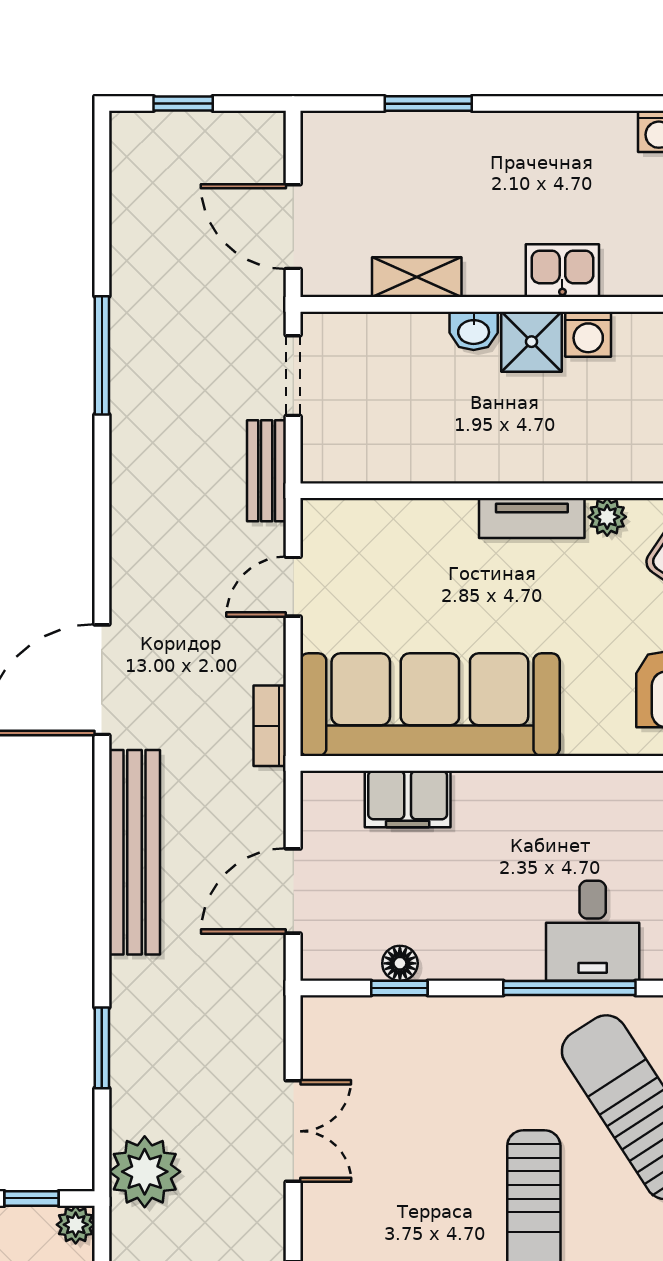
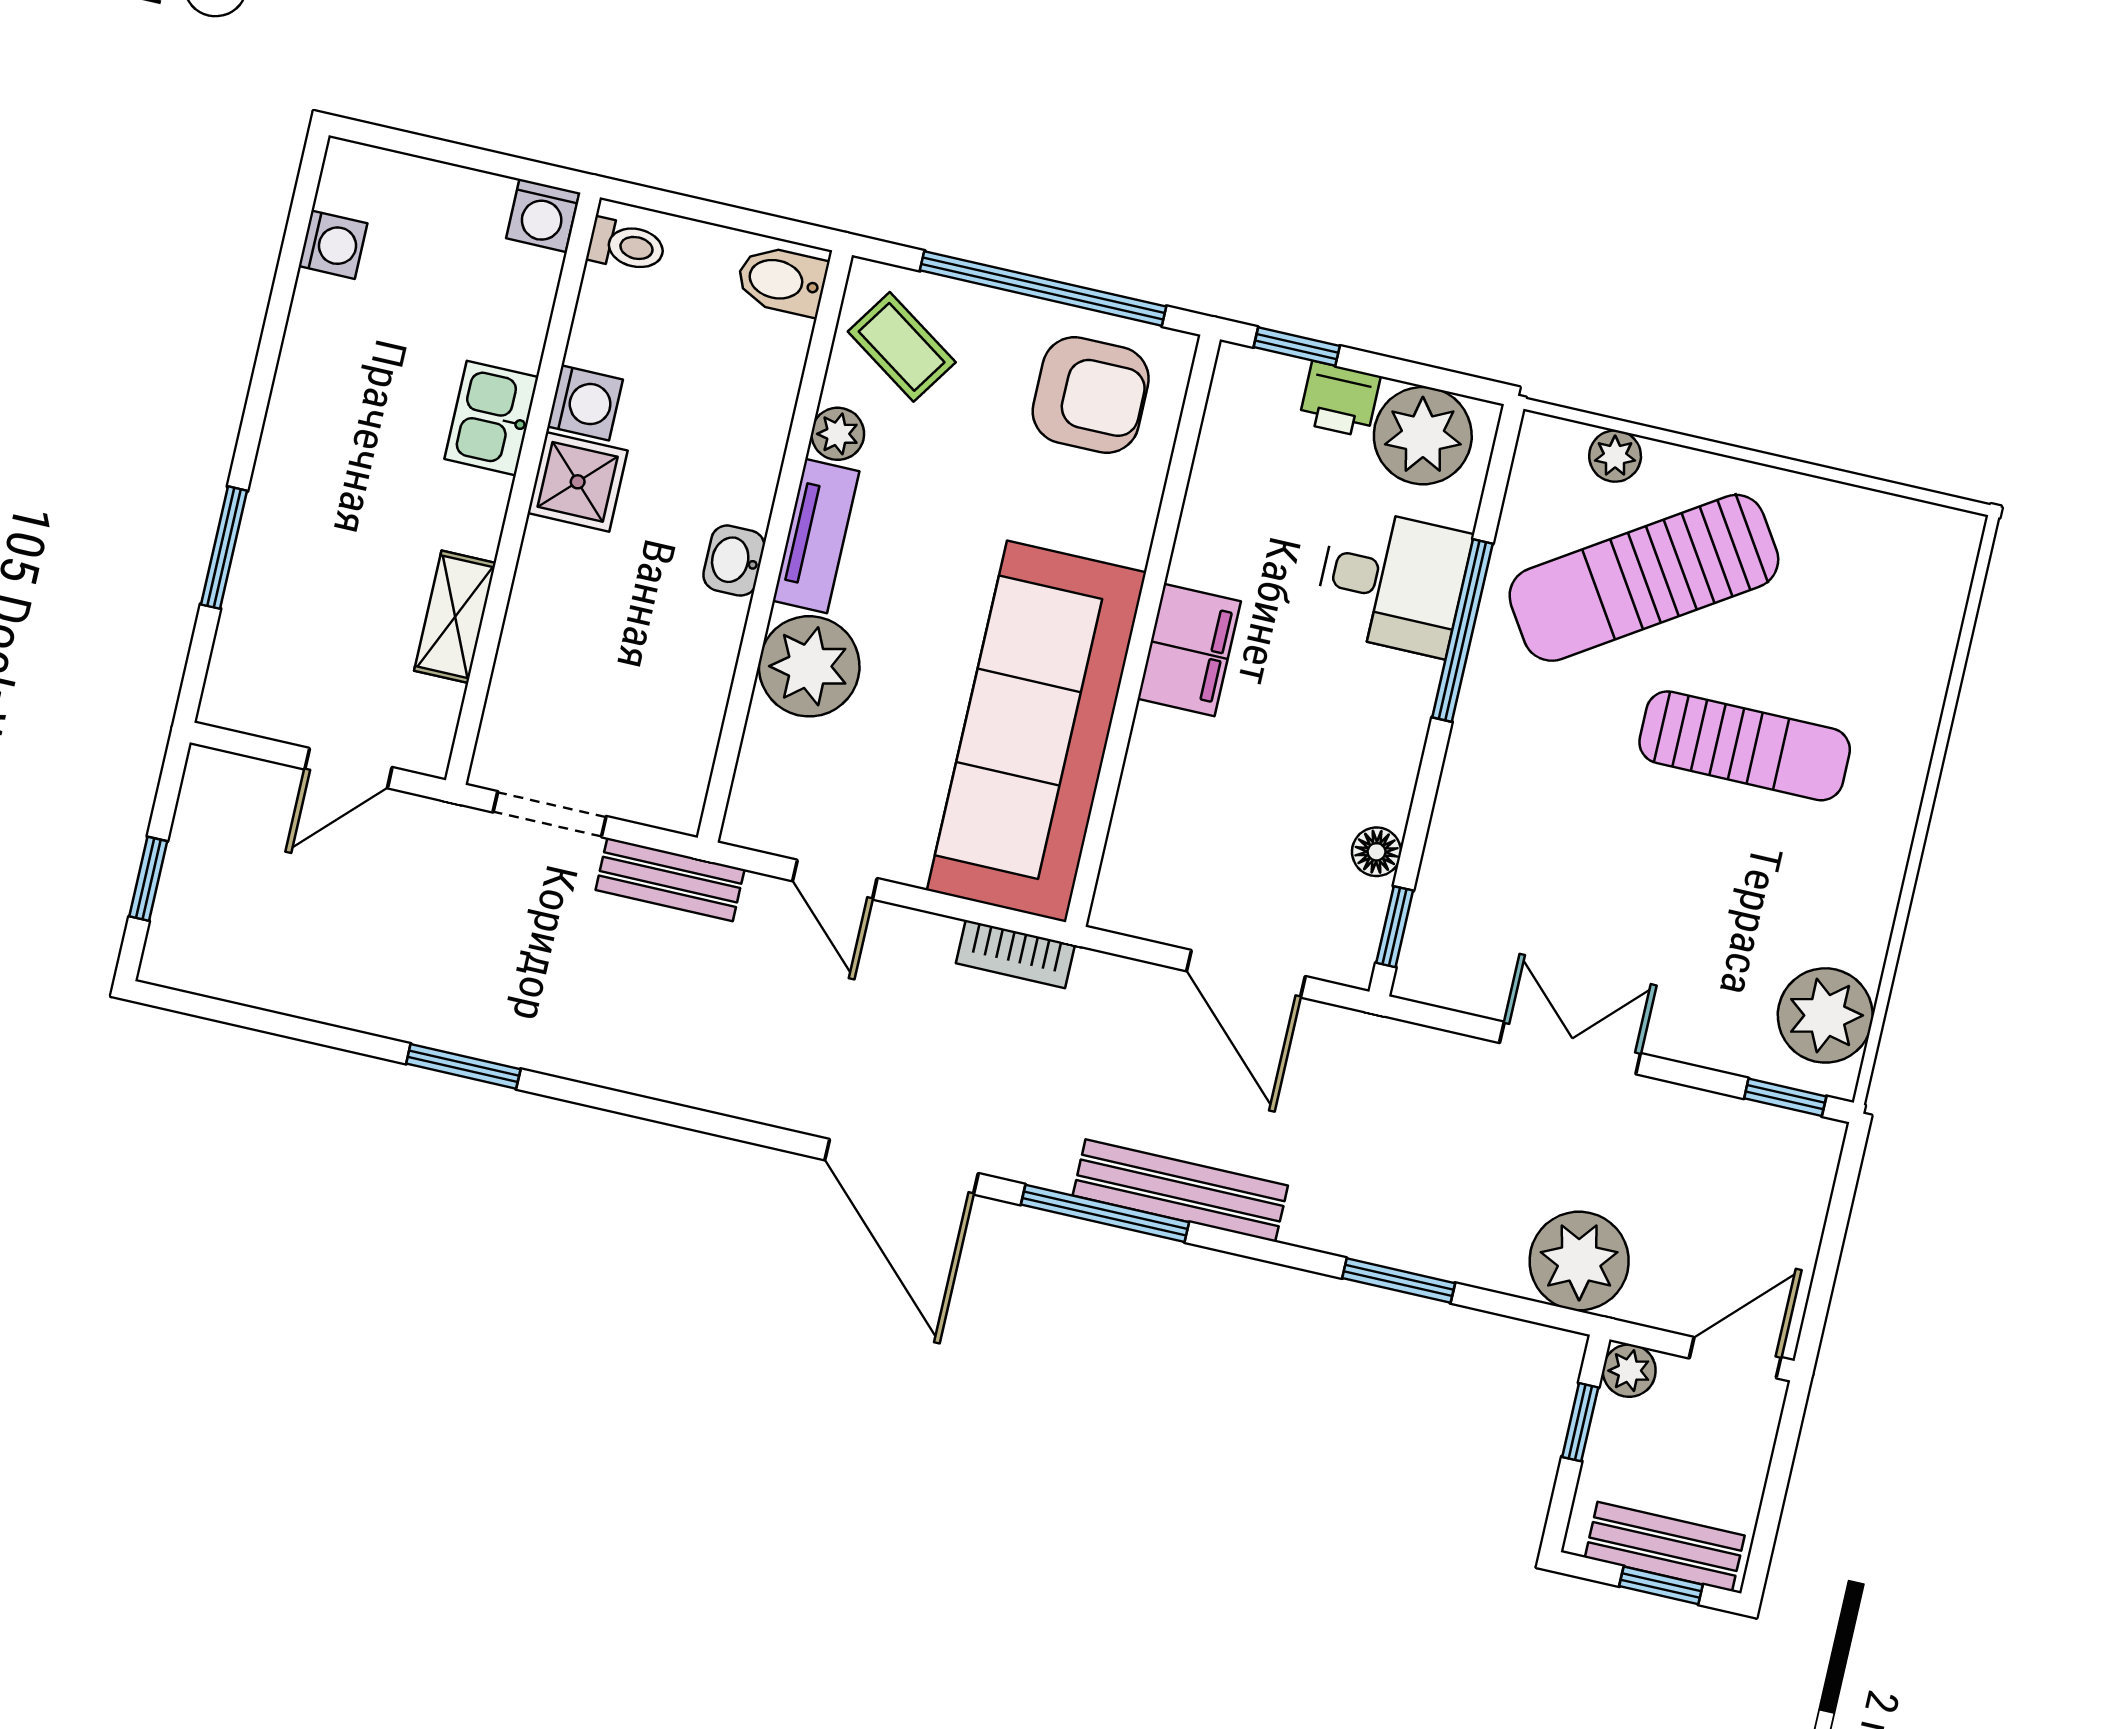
door: (293, 227) -> (348, 768), width x0.73
washbasin: (474, 331) -> (734, 561), moved, turned 180
window: (102, 355) -> (463, 1066), width x0.69
plant: (439, 534) -> (809, 666), added
filing cabinet: (408, 799) -> (1189, 650), moved
window: (102, 830) -> (1105, 1213), added
bench: (135, 852) -> (1180, 1191), width x0.73, depth x0.82
window: (399, 988) -> (1395, 927), moved

